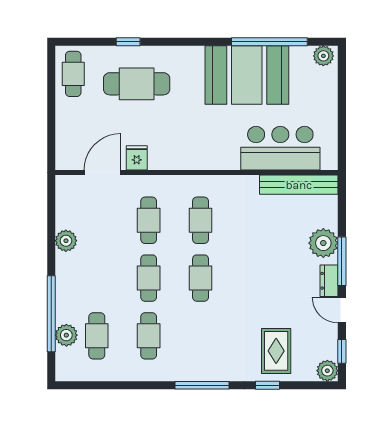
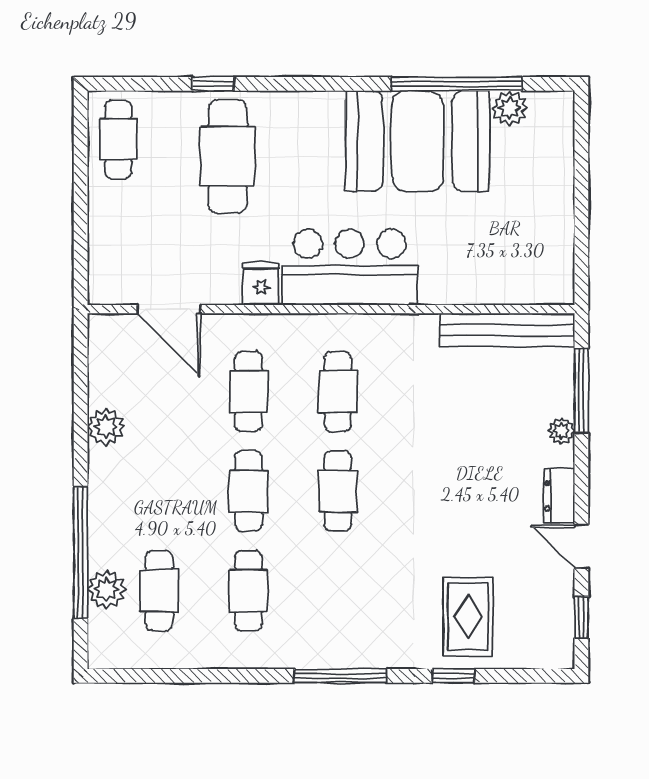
plant: (323, 56) -> (510, 108), moved
cafe table: (137, 84) -> (228, 156), turned 90
bar counter: (280, 148) -> (350, 267), moved
fridge: (137, 158) -> (261, 284), moved
door: (103, 172) -> (169, 309), swing flipped
plant: (323, 243) -> (561, 431), width x0.53, depth x0.53
window: (342, 261) -> (581, 391), moved
plant: (327, 371) -> (556, 651), removed

